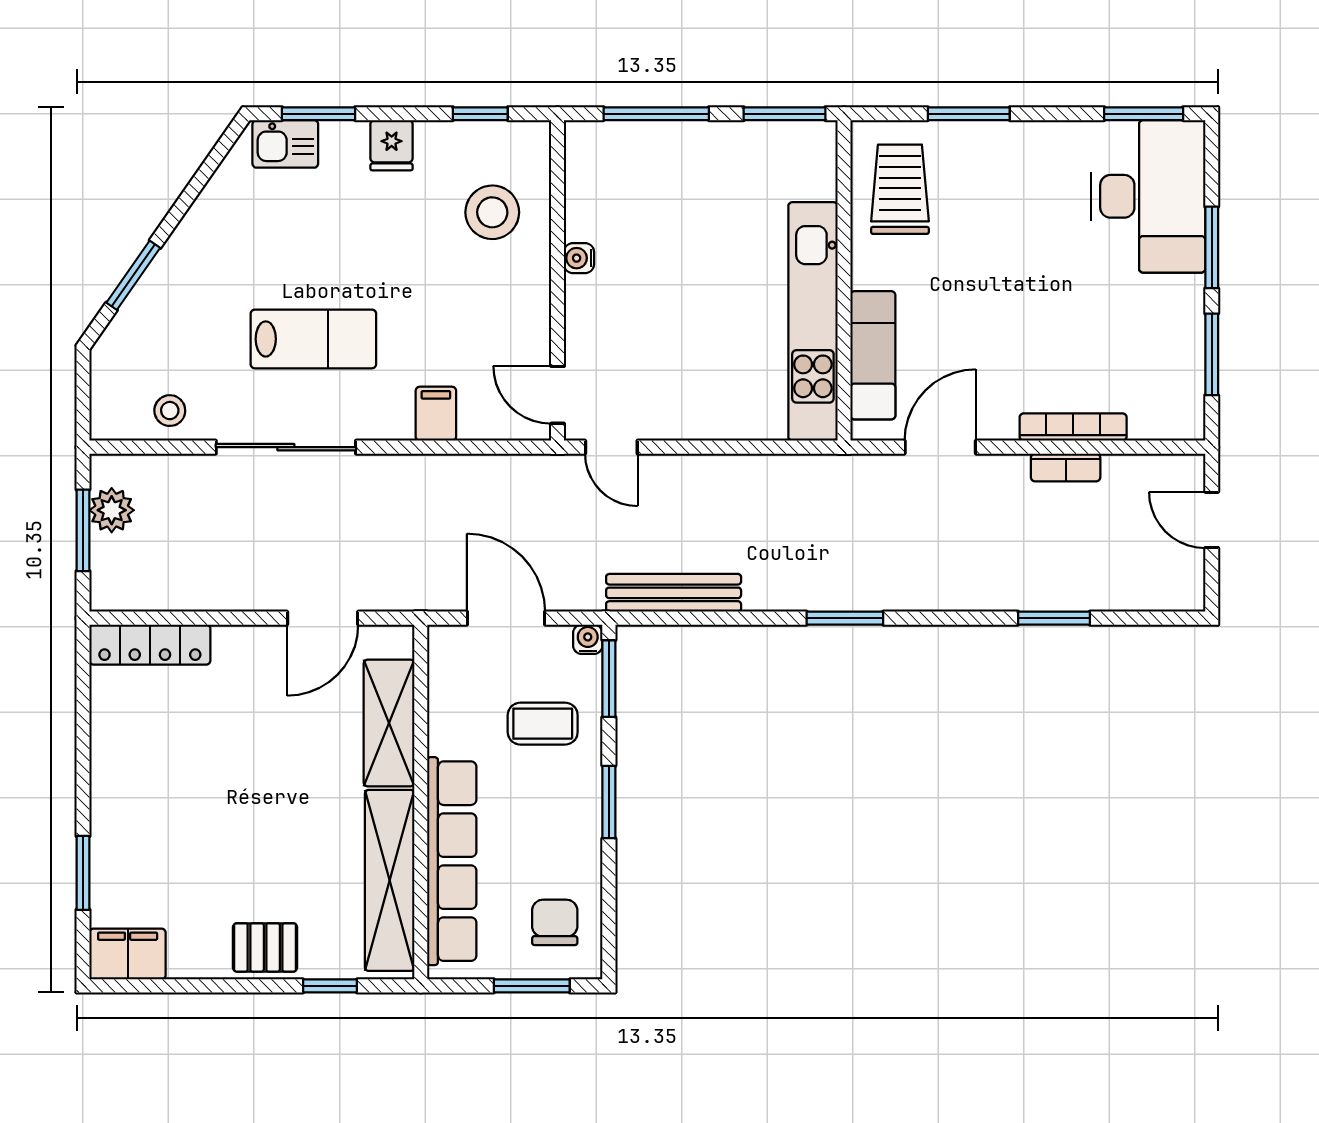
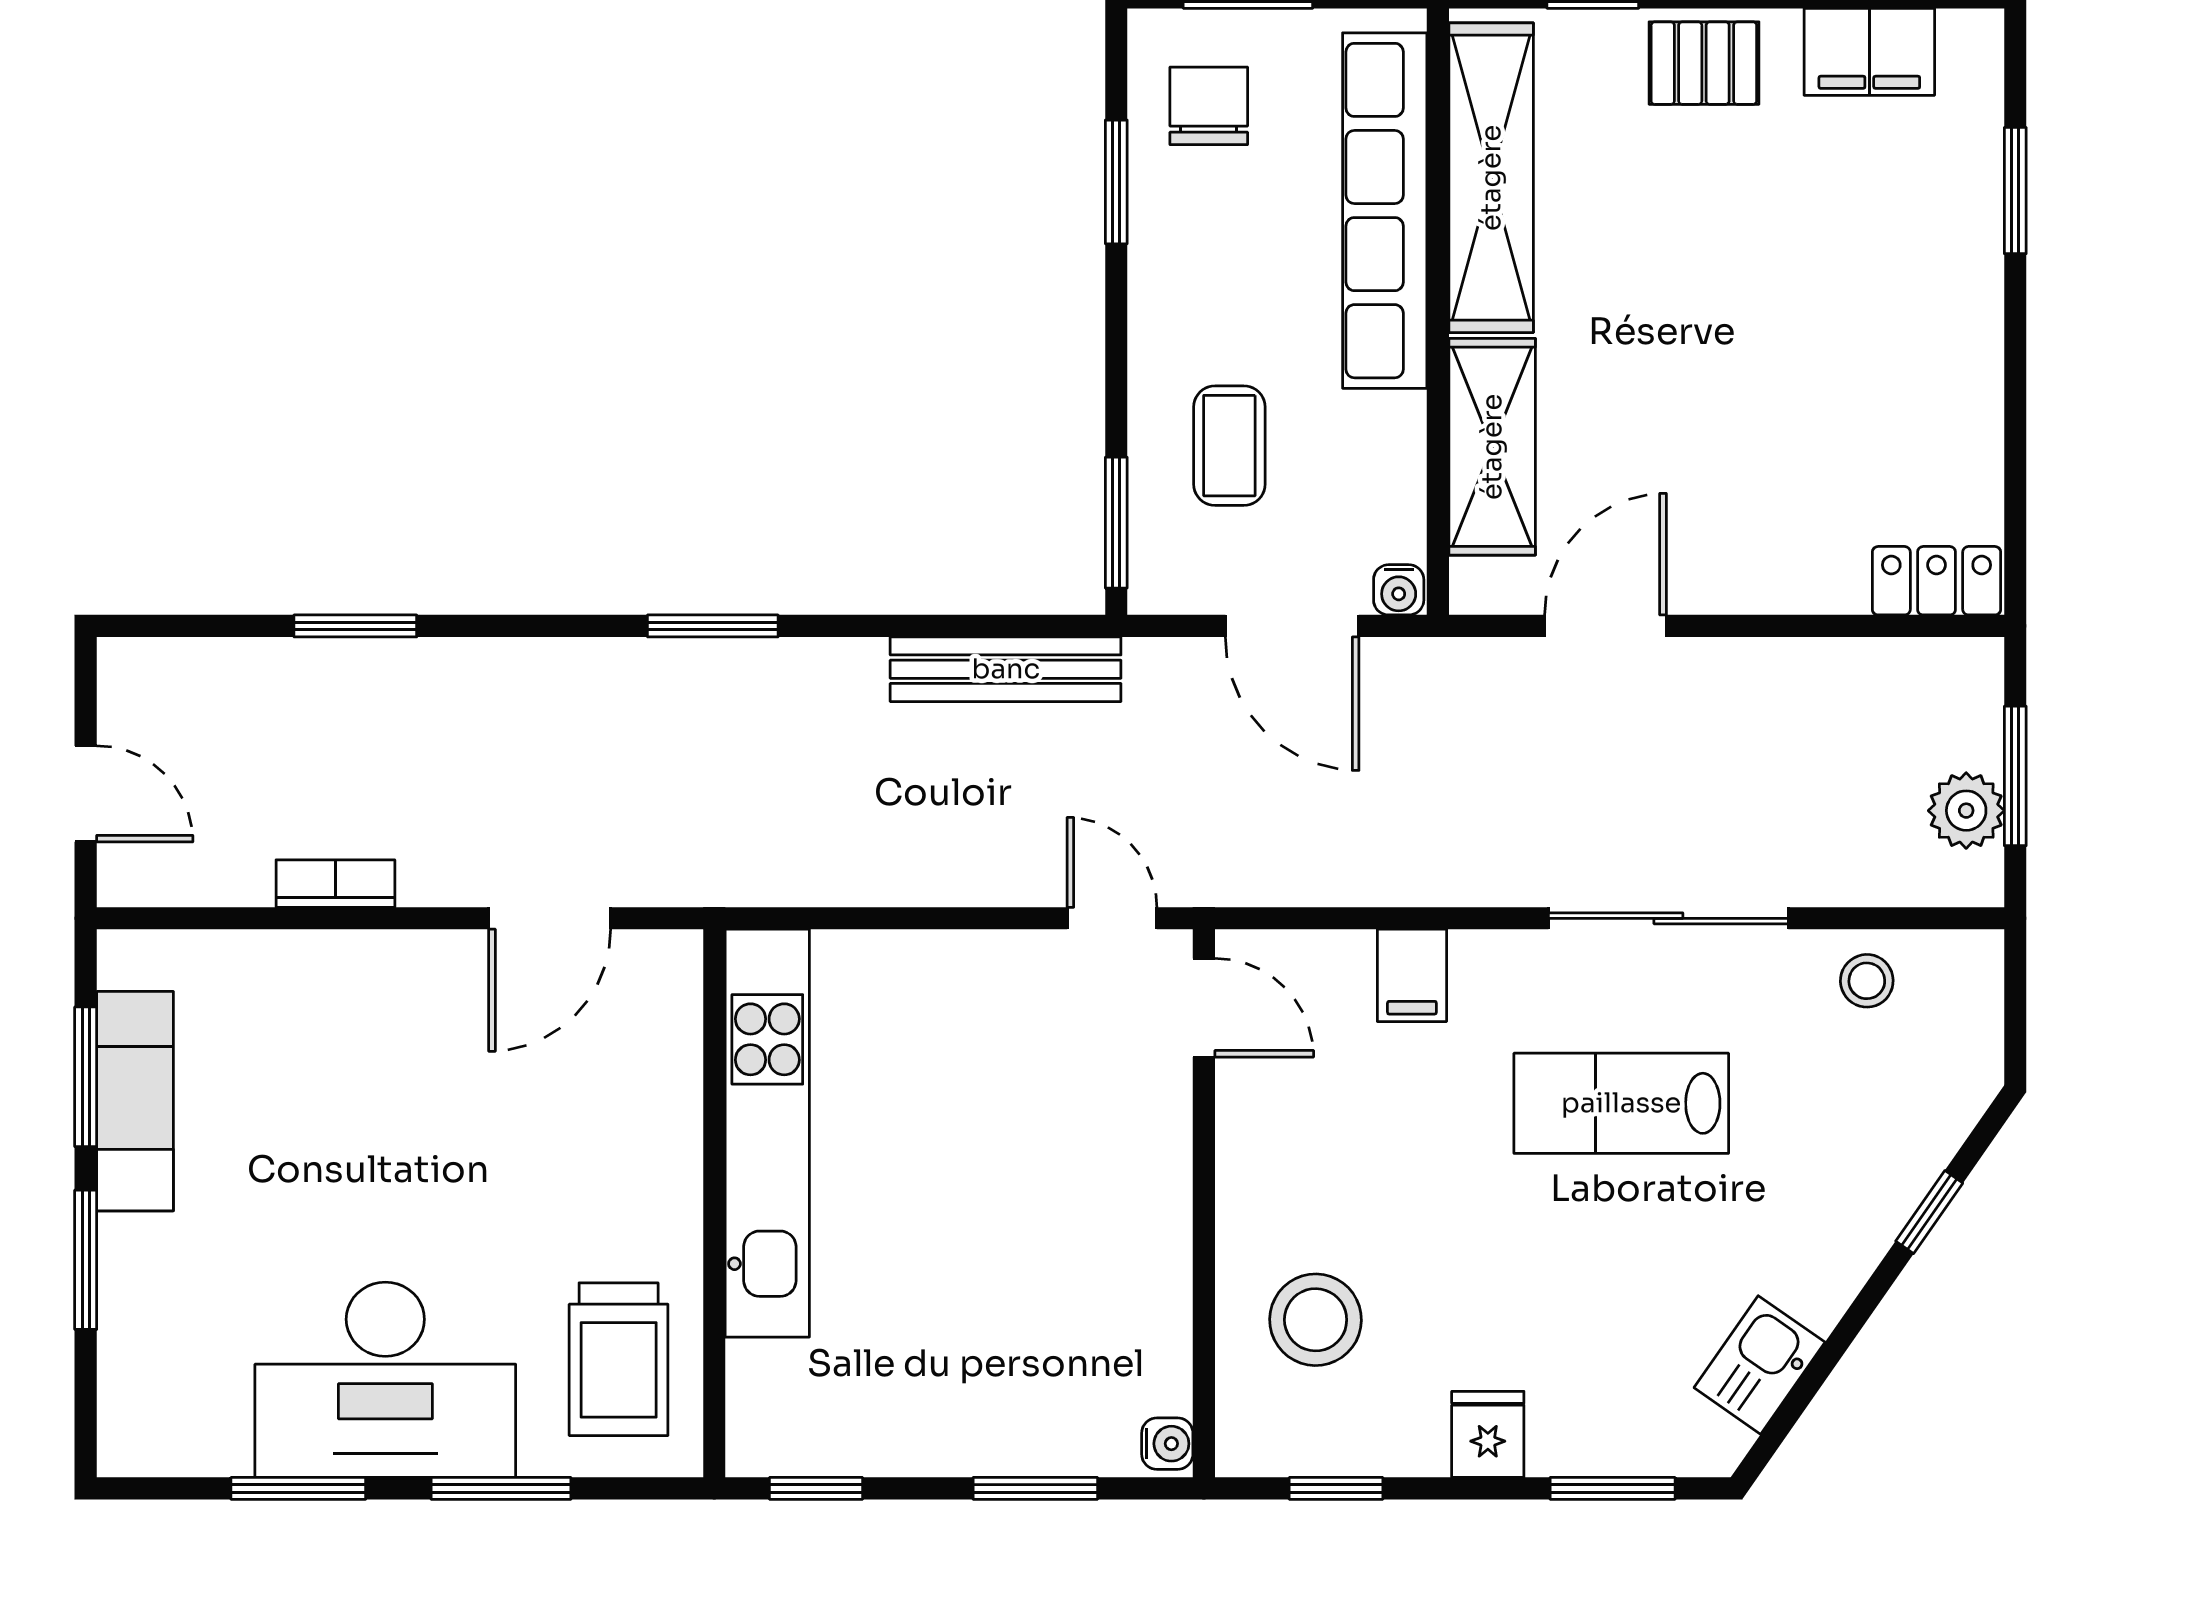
window: (656, 114) -> (1035, 1488), width x0.69
window: (784, 114) -> (816, 1488), width x0.67
window: (1144, 114) -> (298, 1488), moved
kitchen sink: (285, 144) -> (1759, 1365), moved, turned -55
desk: (1148, 196) -> (385, 1380), moved, turned -90
water cooler: (579, 258) -> (1167, 1444), moved
window: (133, 275) -> (1929, 1212), width x0.67
exam couch: (873, 355) -> (135, 1101), moved, turned 180
bookcase: (1073, 427) -> (323, 953), removed
water cooler: (588, 639) -> (1399, 590), moved
locker: (150, 645) -> (1936, 581), width x0.66
coffee table: (543, 724) -> (1229, 446), turned 90
window: (609, 802) -> (1116, 182), moved
chair: (555, 922) -> (1209, 106), turned 180
filing cabinet: (128, 954) -> (1869, 52), moved

